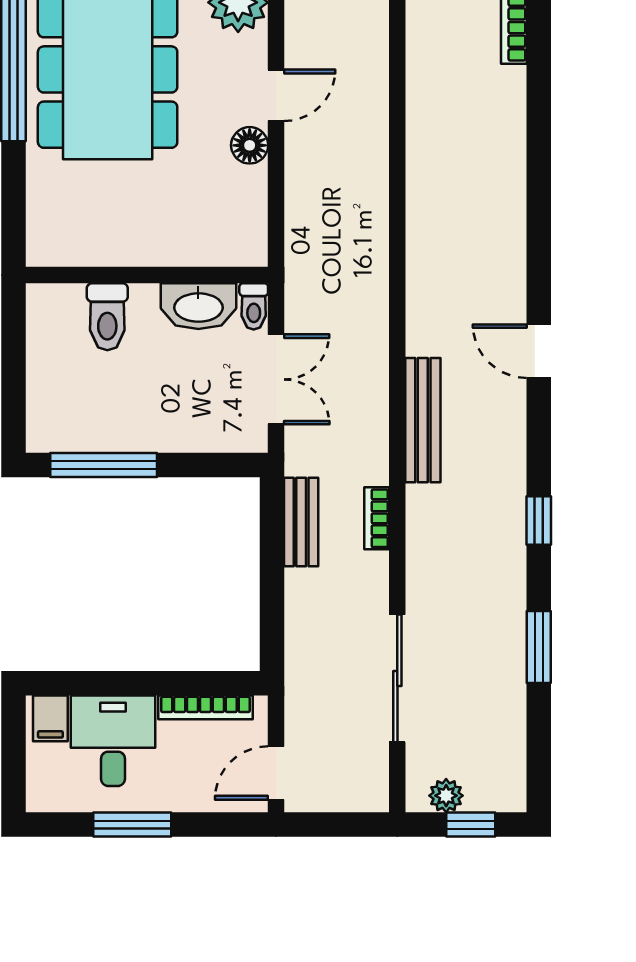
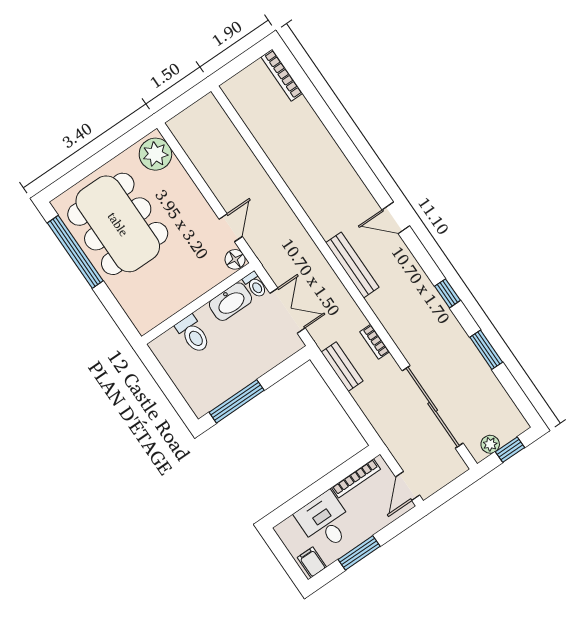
door: (276, 95) -> (231, 228), moved
floor lamp: (250, 145) -> (235, 259), moved
bench: (423, 420) -> (352, 265), moved
sliding door: (397, 678) -> (433, 407), width x1.36
filing cabinet: (50, 718) -> (312, 562), moved, turned 180

